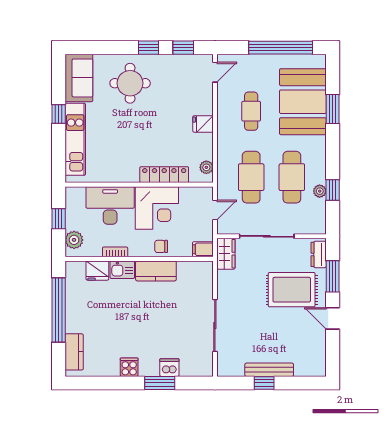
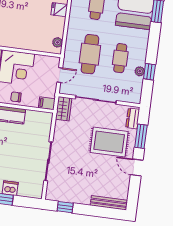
locker: (164, 175) -> (25, 44), removed
cafe table: (292, 177) -> (120, 58), width x0.73, depth x0.74
bench: (269, 370) -> (109, 203), moved
window: (264, 383) -> (65, 207), moved

